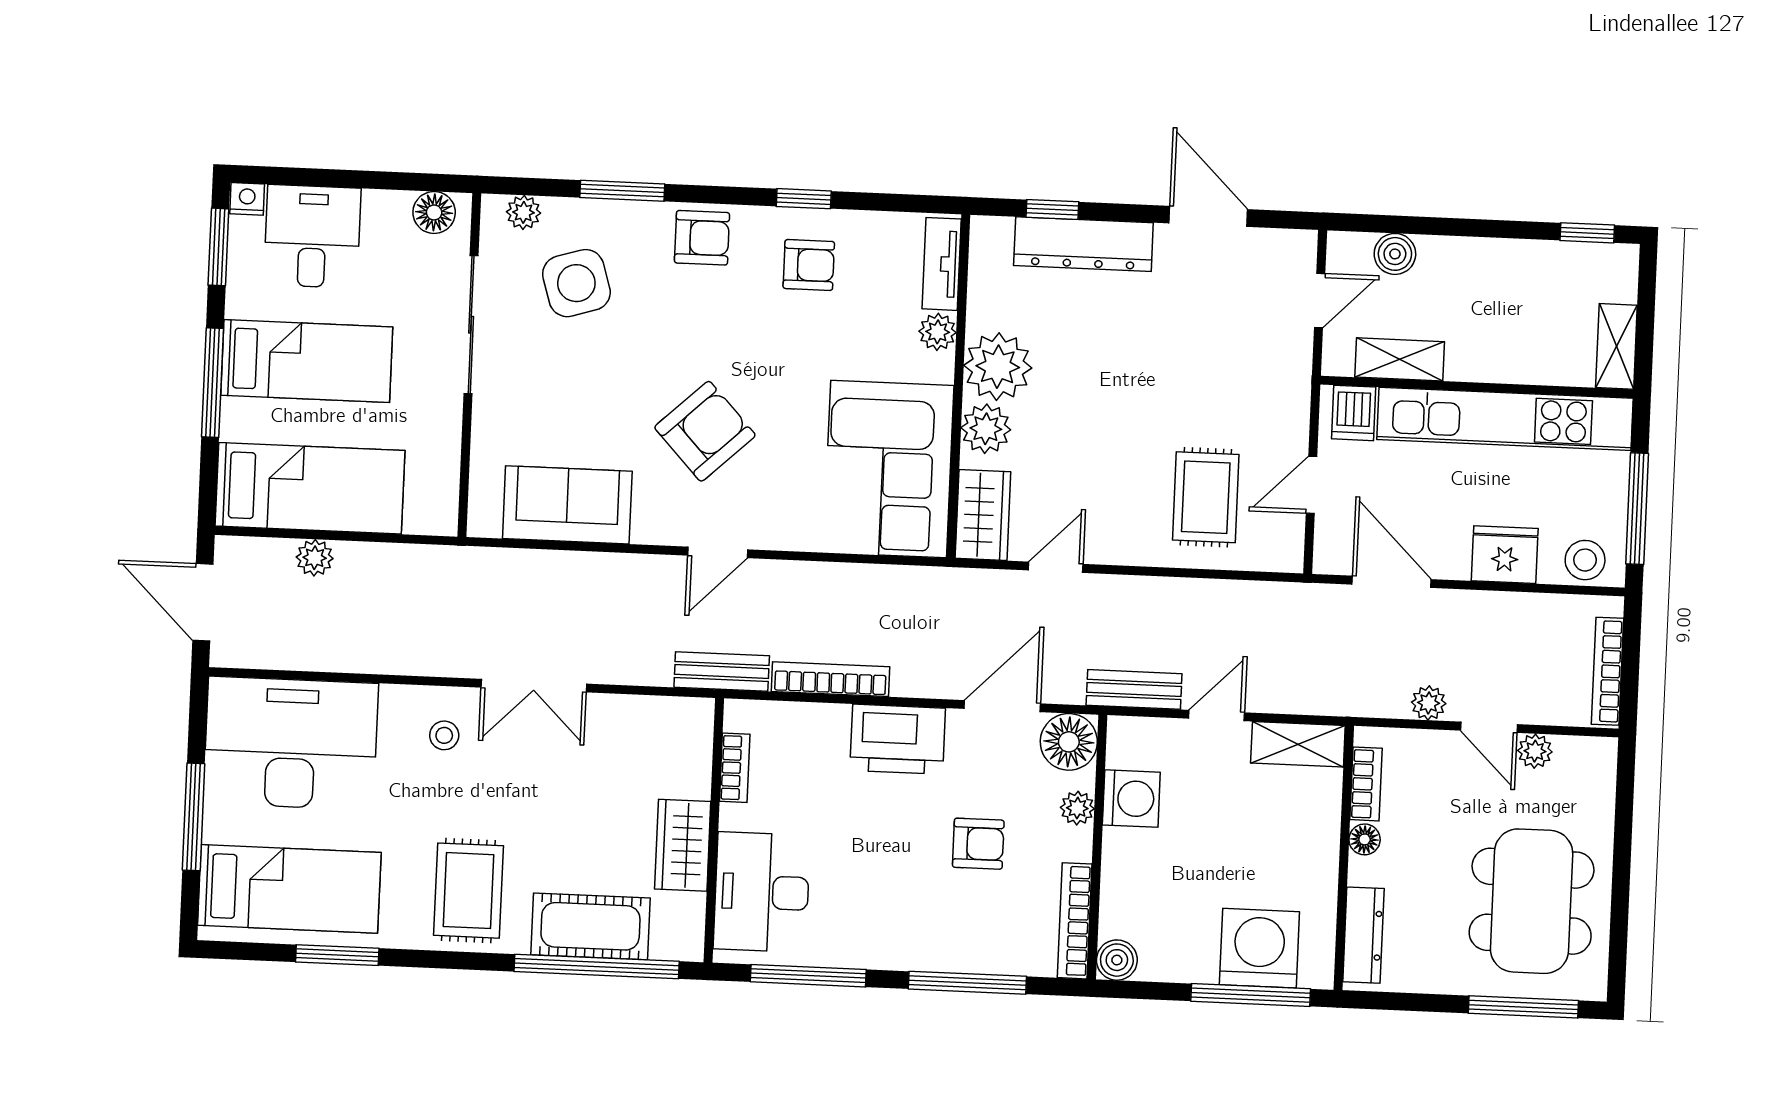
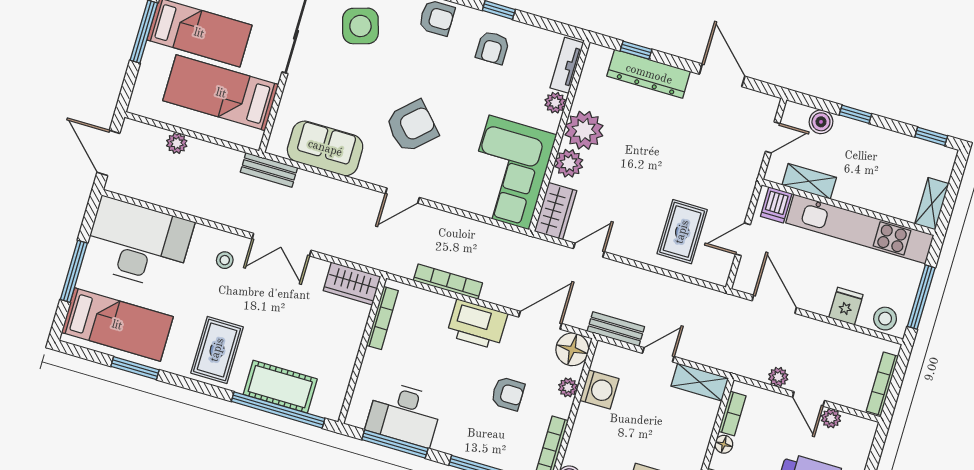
window: (1450, 227) -> (855, 114), added
armchair: (809, 265) -> (493, 48), turned 90
bed: (310, 488) -> (221, 93), moved, turned 180
fridge: (1505, 555) -> (846, 306), width x0.72
bench: (722, 672) -> (269, 170), moved
bookcase: (735, 768) -> (382, 318), width x1.56
wardrobe: (683, 845) -> (352, 284), moved, turned -90
desk: (762, 892) -> (404, 414), moved, turned -90

